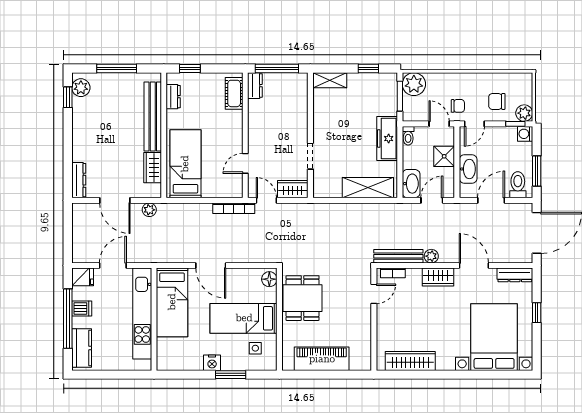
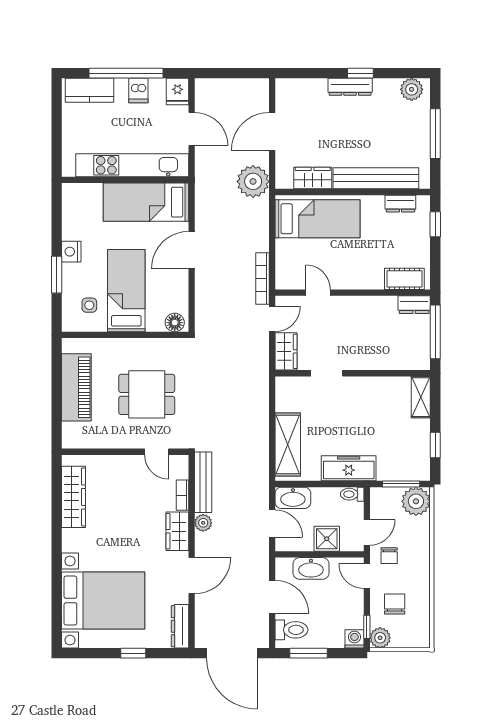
window: (68, 97) -> (360, 73), moved
dresser: (79, 180) -> (350, 87), moved
plant: (149, 210) -> (253, 181), width x1.87, depth x1.87
bookcase: (393, 273) -> (182, 495), moved
dining table: (303, 298) -> (147, 394), moved

